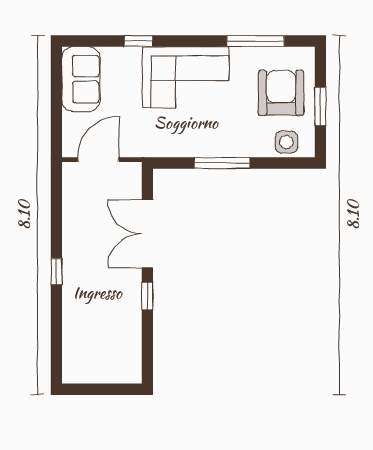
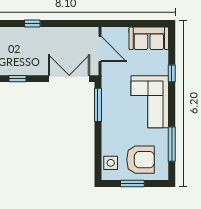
window: (222, 163) -> (98, 105), moved
double door: (147, 234) -> (69, 79), moved

